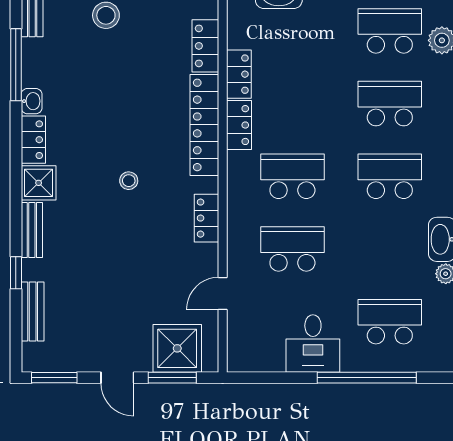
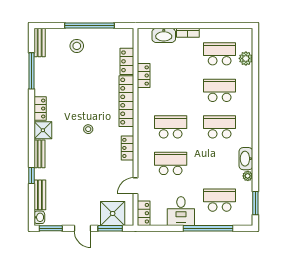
washbasin: (32, 101) -> (39, 217), moved
locker: (239, 125) -> (144, 213), moved

